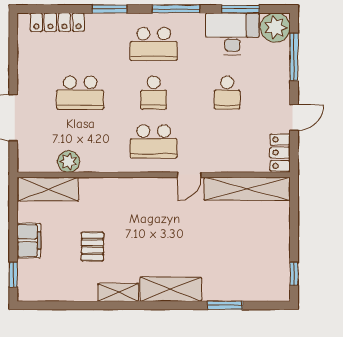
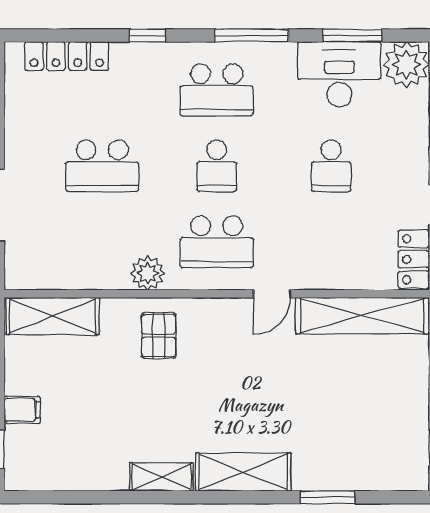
window: (109, 9) -> (148, 35), width x0.67
plant: (69, 162) -> (148, 273), moved
filing cabinet: (29, 240) -> (22, 410), width x0.50
pallet: (92, 246) -> (159, 336), moved

